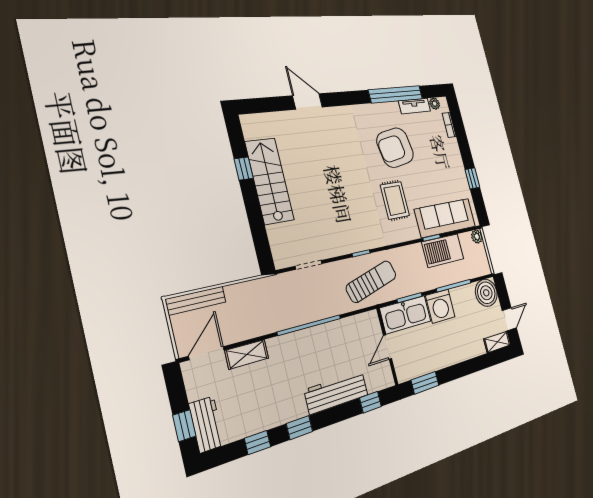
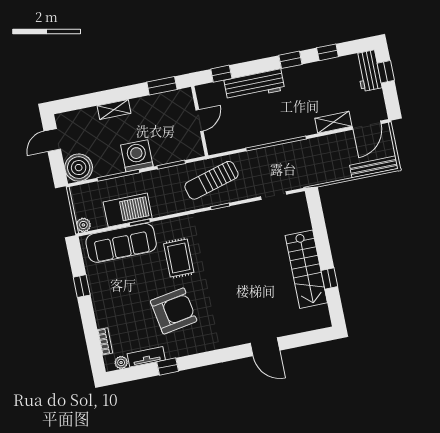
window: (396, 94) -> (168, 366), width x0.32
kitchen sink: (406, 315) -> (177, 149), removed
shelving: (497, 342) -> (114, 110), moved

